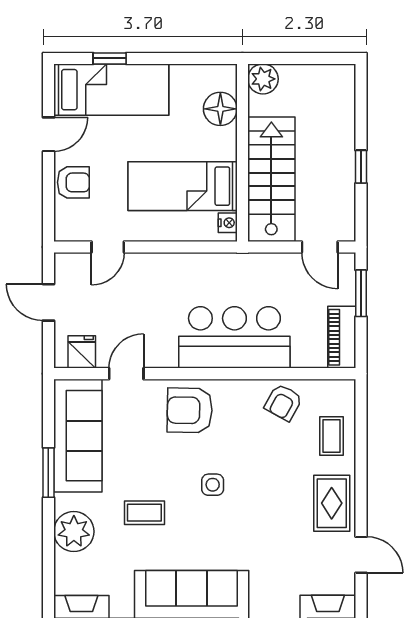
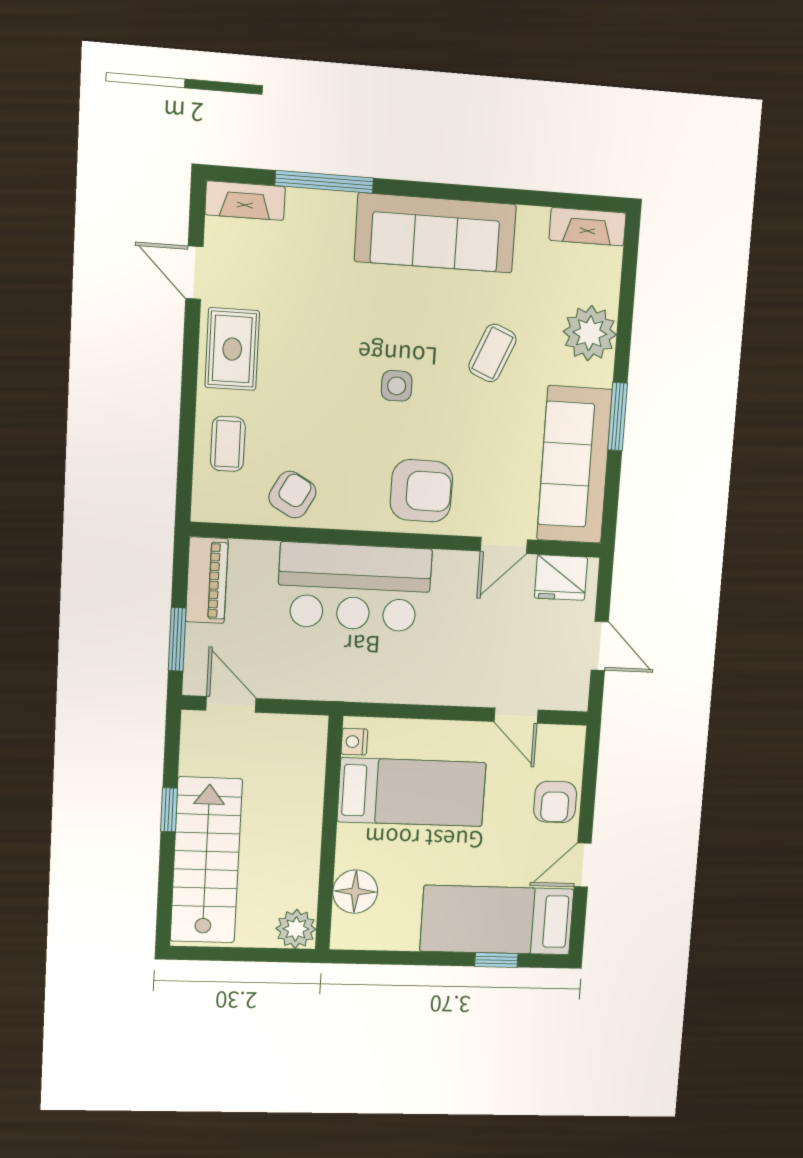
stairs: (271, 179) -> (206, 860), moved, turned 180
armchair: (73, 182) -> (555, 802), turned -90
door: (108, 247) -> (516, 716), swing flipped
fridge: (82, 352) -> (561, 578), width x1.38
coffee table: (144, 513) -> (492, 353), turned -67

